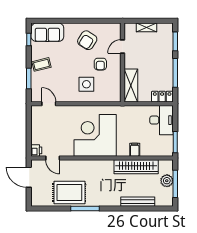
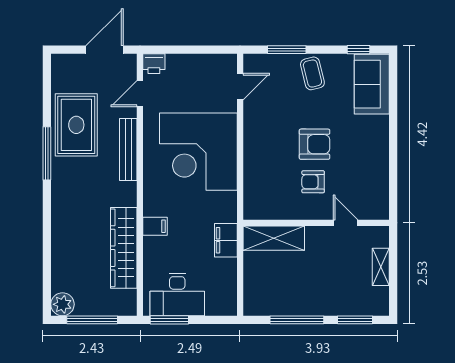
armchair: (87, 40) -> (315, 144), moved, turned 147
side table: (86, 84) -> (276, 156), removed
locker: (162, 97) -> (253, 296), removed
filing cabinet: (132, 111) -> (226, 240), added
desk: (161, 120) -> (177, 294), moved
corner desk: (95, 135) -> (198, 152), moved, turned 180
filing cabinet: (135, 150) -> (155, 226), moved
plant: (167, 181) -> (62, 304), moved
bench: (138, 202) -> (128, 150), moved

